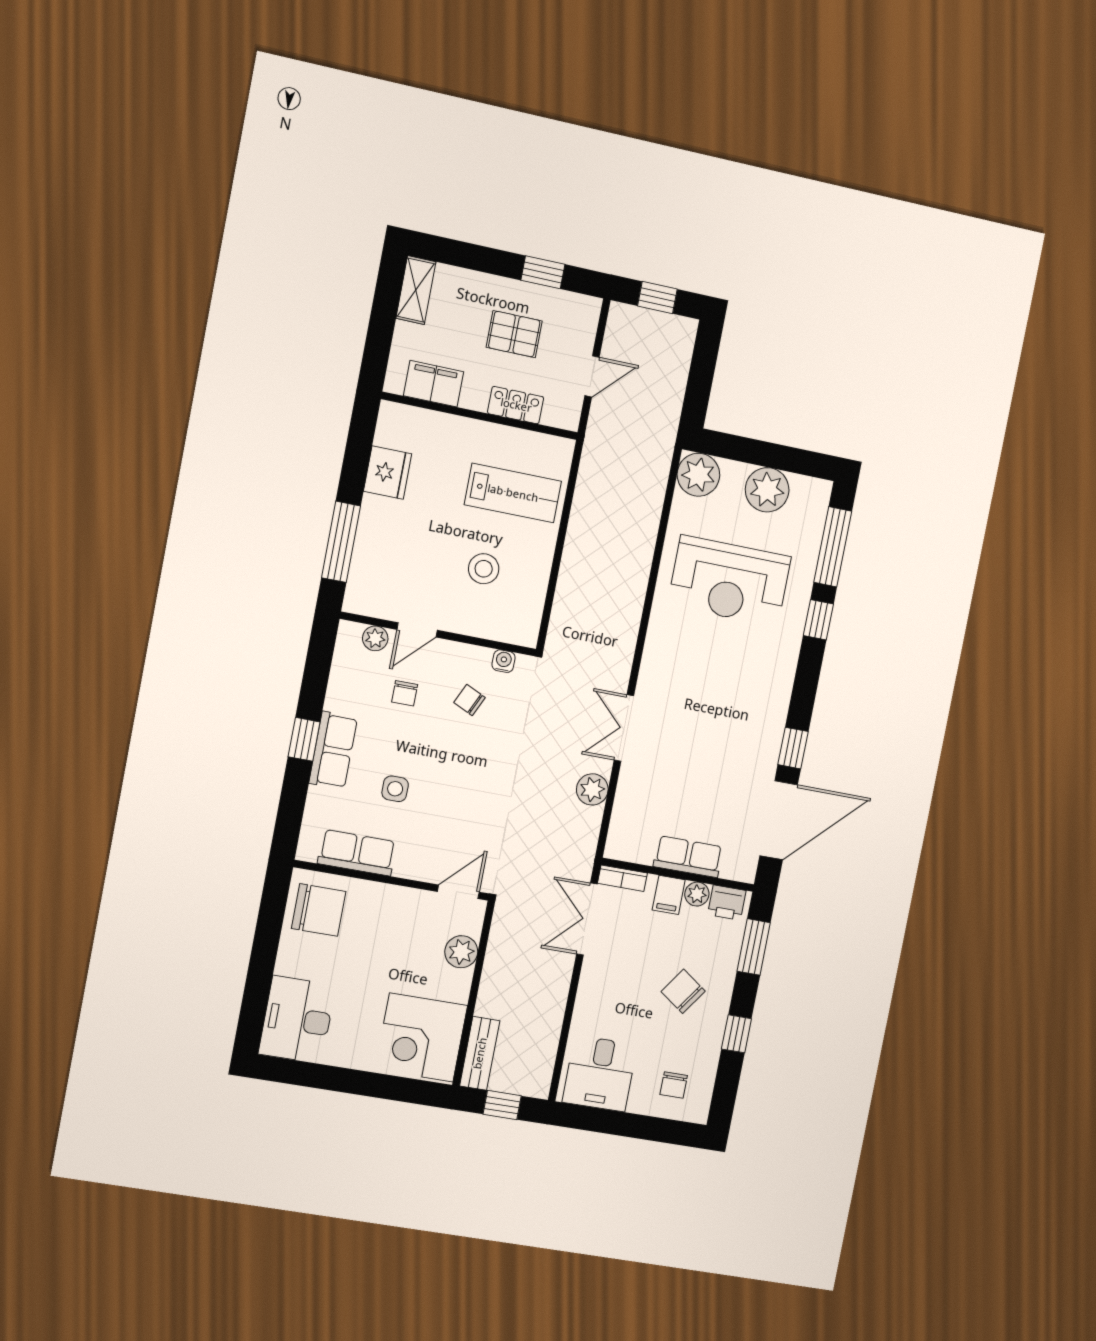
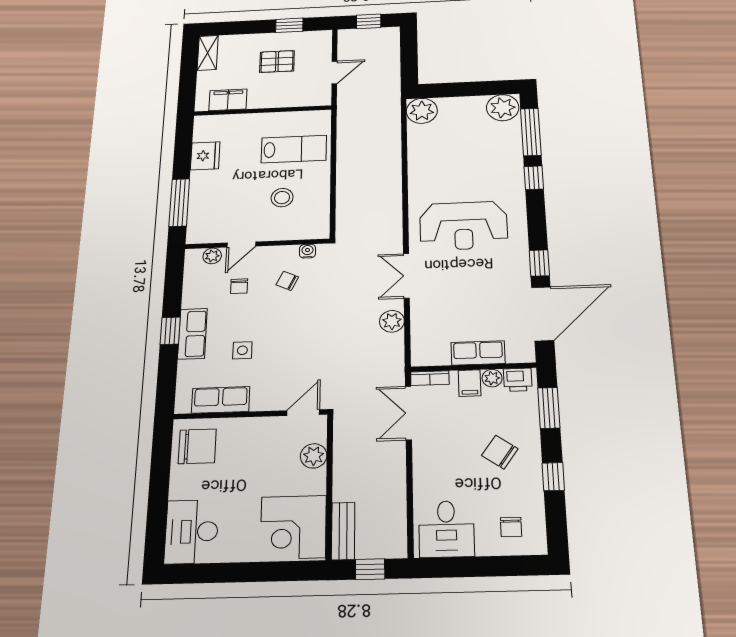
locker: (516, 405) -> (286, 99), removed
plant: (767, 490) -> (503, 108), moved
reception desk: (729, 581) -> (463, 226), moved

